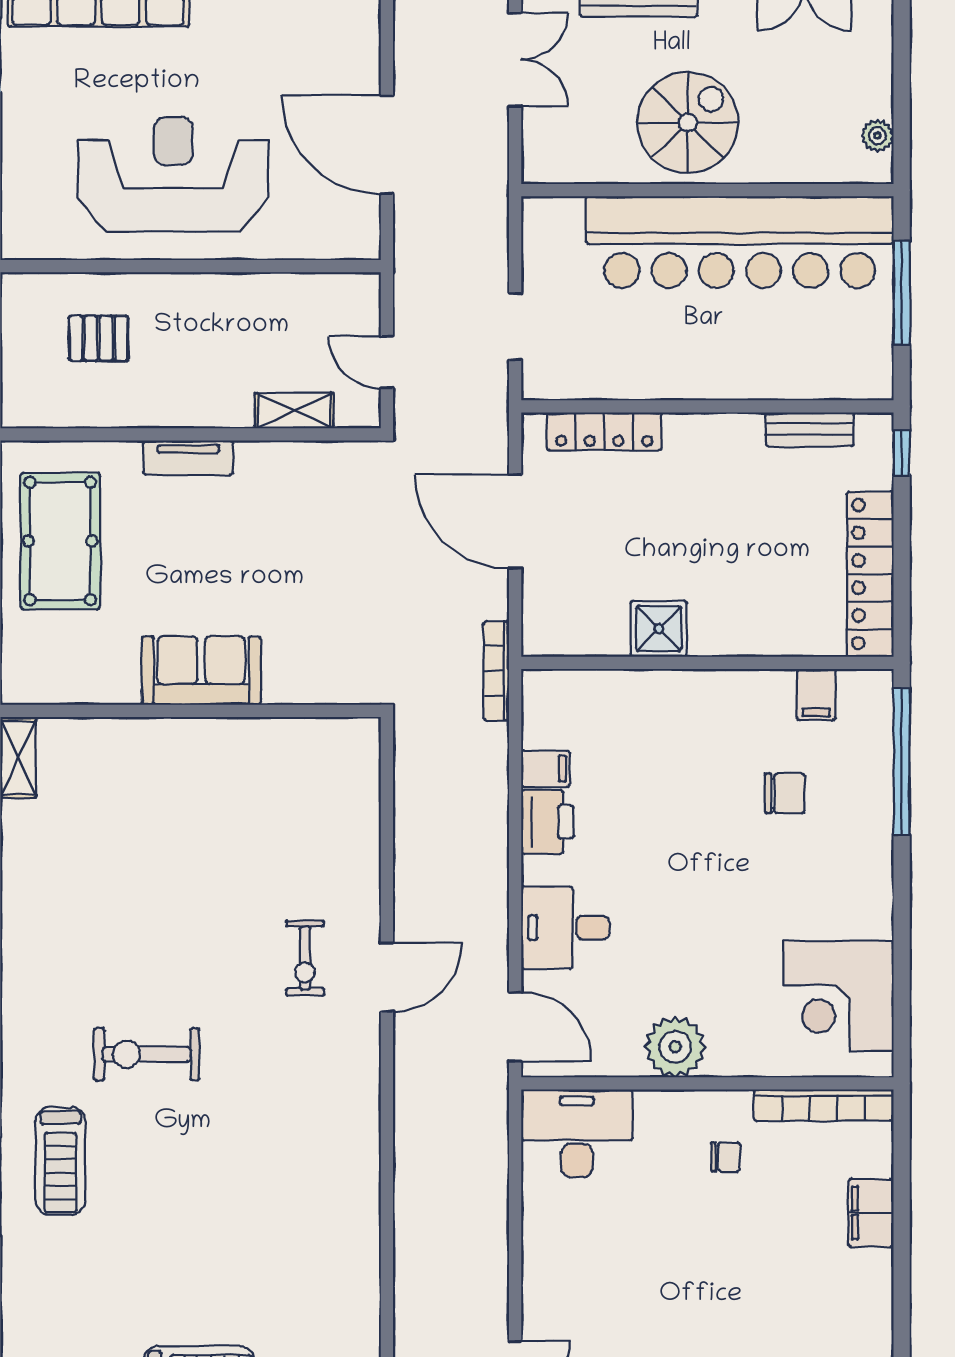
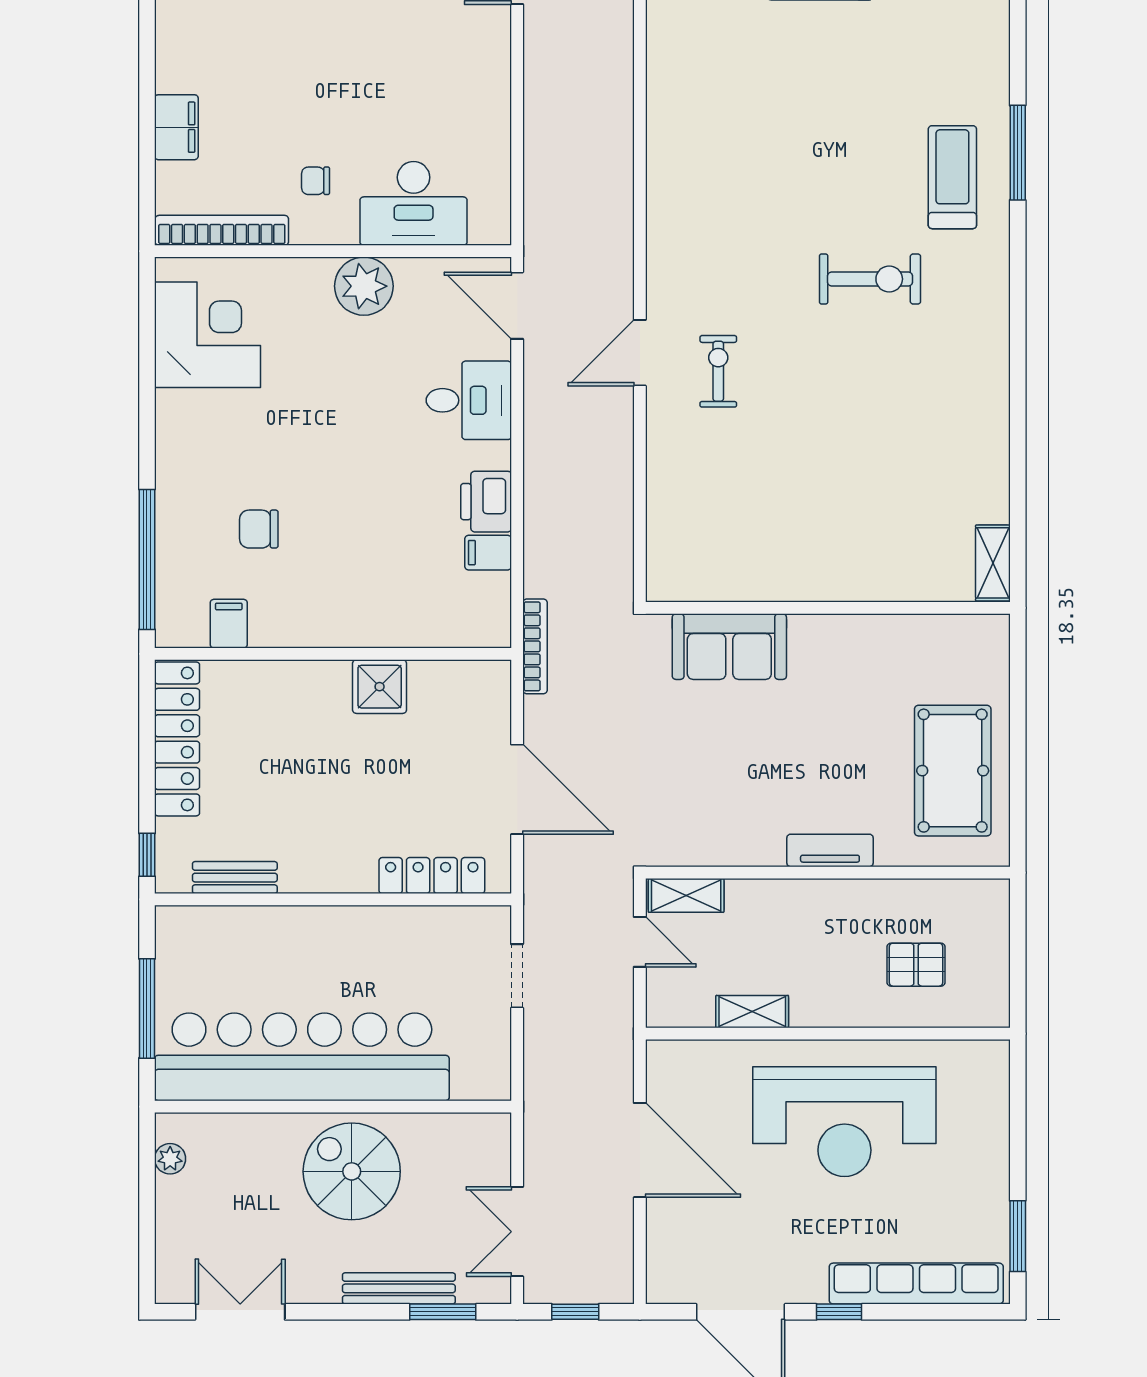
spiral stairs: (688, 122) -> (352, 1171), turned 90
shelving: (270, 289) -> (752, 1012), added
shelving: (294, 411) -> (686, 895), moved
sofa: (201, 670) -> (729, 647), moved
desk: (577, 1133) -> (414, 203), moved

